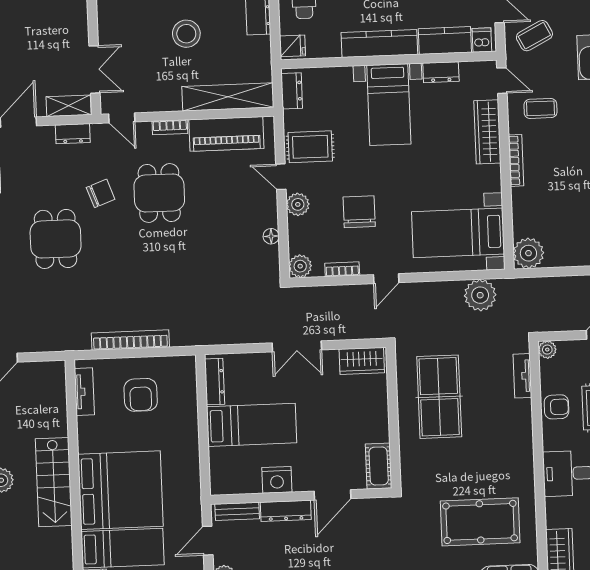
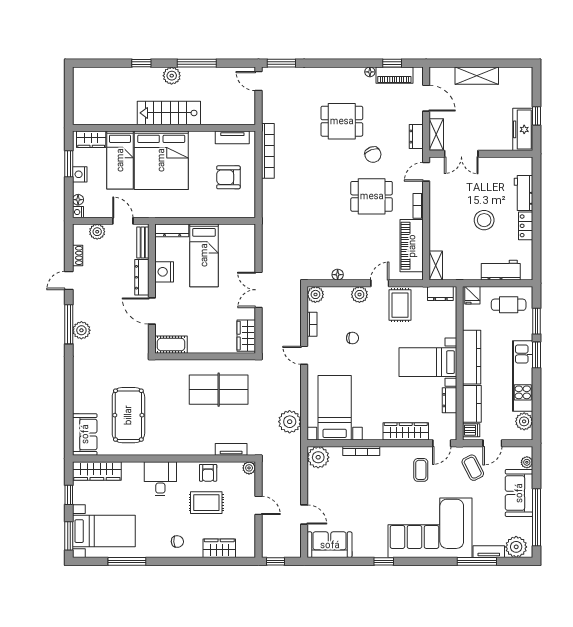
shelving: (228, 97) -> (436, 266), width x0.45, depth x0.75
bookcase: (516, 160) -> (361, 451), moved
chair: (359, 212) -> (352, 338), width x0.54, depth x0.54
bookcase: (130, 340) -> (268, 151), moved
dresser: (215, 382) -> (172, 230), moved

